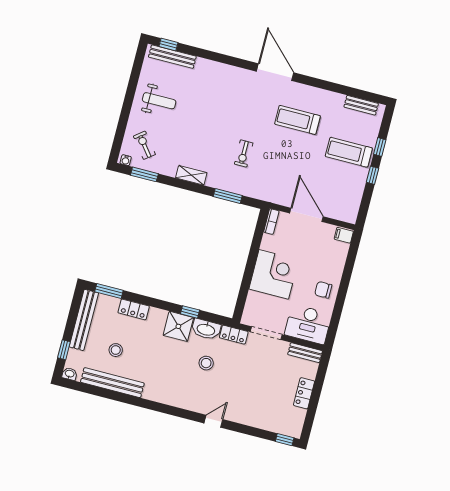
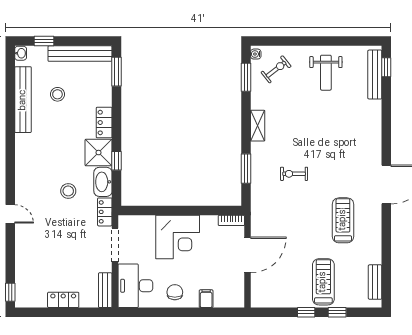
filing cabinet: (344, 235) -> (206, 299), moved
locker: (134, 309) -> (104, 123), moved

